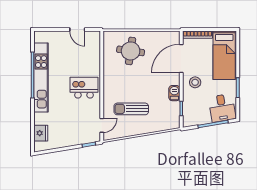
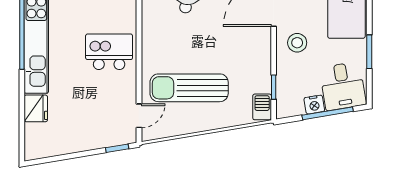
barbecue: (174, 93) -> (262, 107), moved
sun lounger: (131, 109) -> (189, 88), width x1.36, depth x1.34
nightstand: (205, 119) -> (314, 105), added
fridge: (41, 133) -> (36, 108), moved

